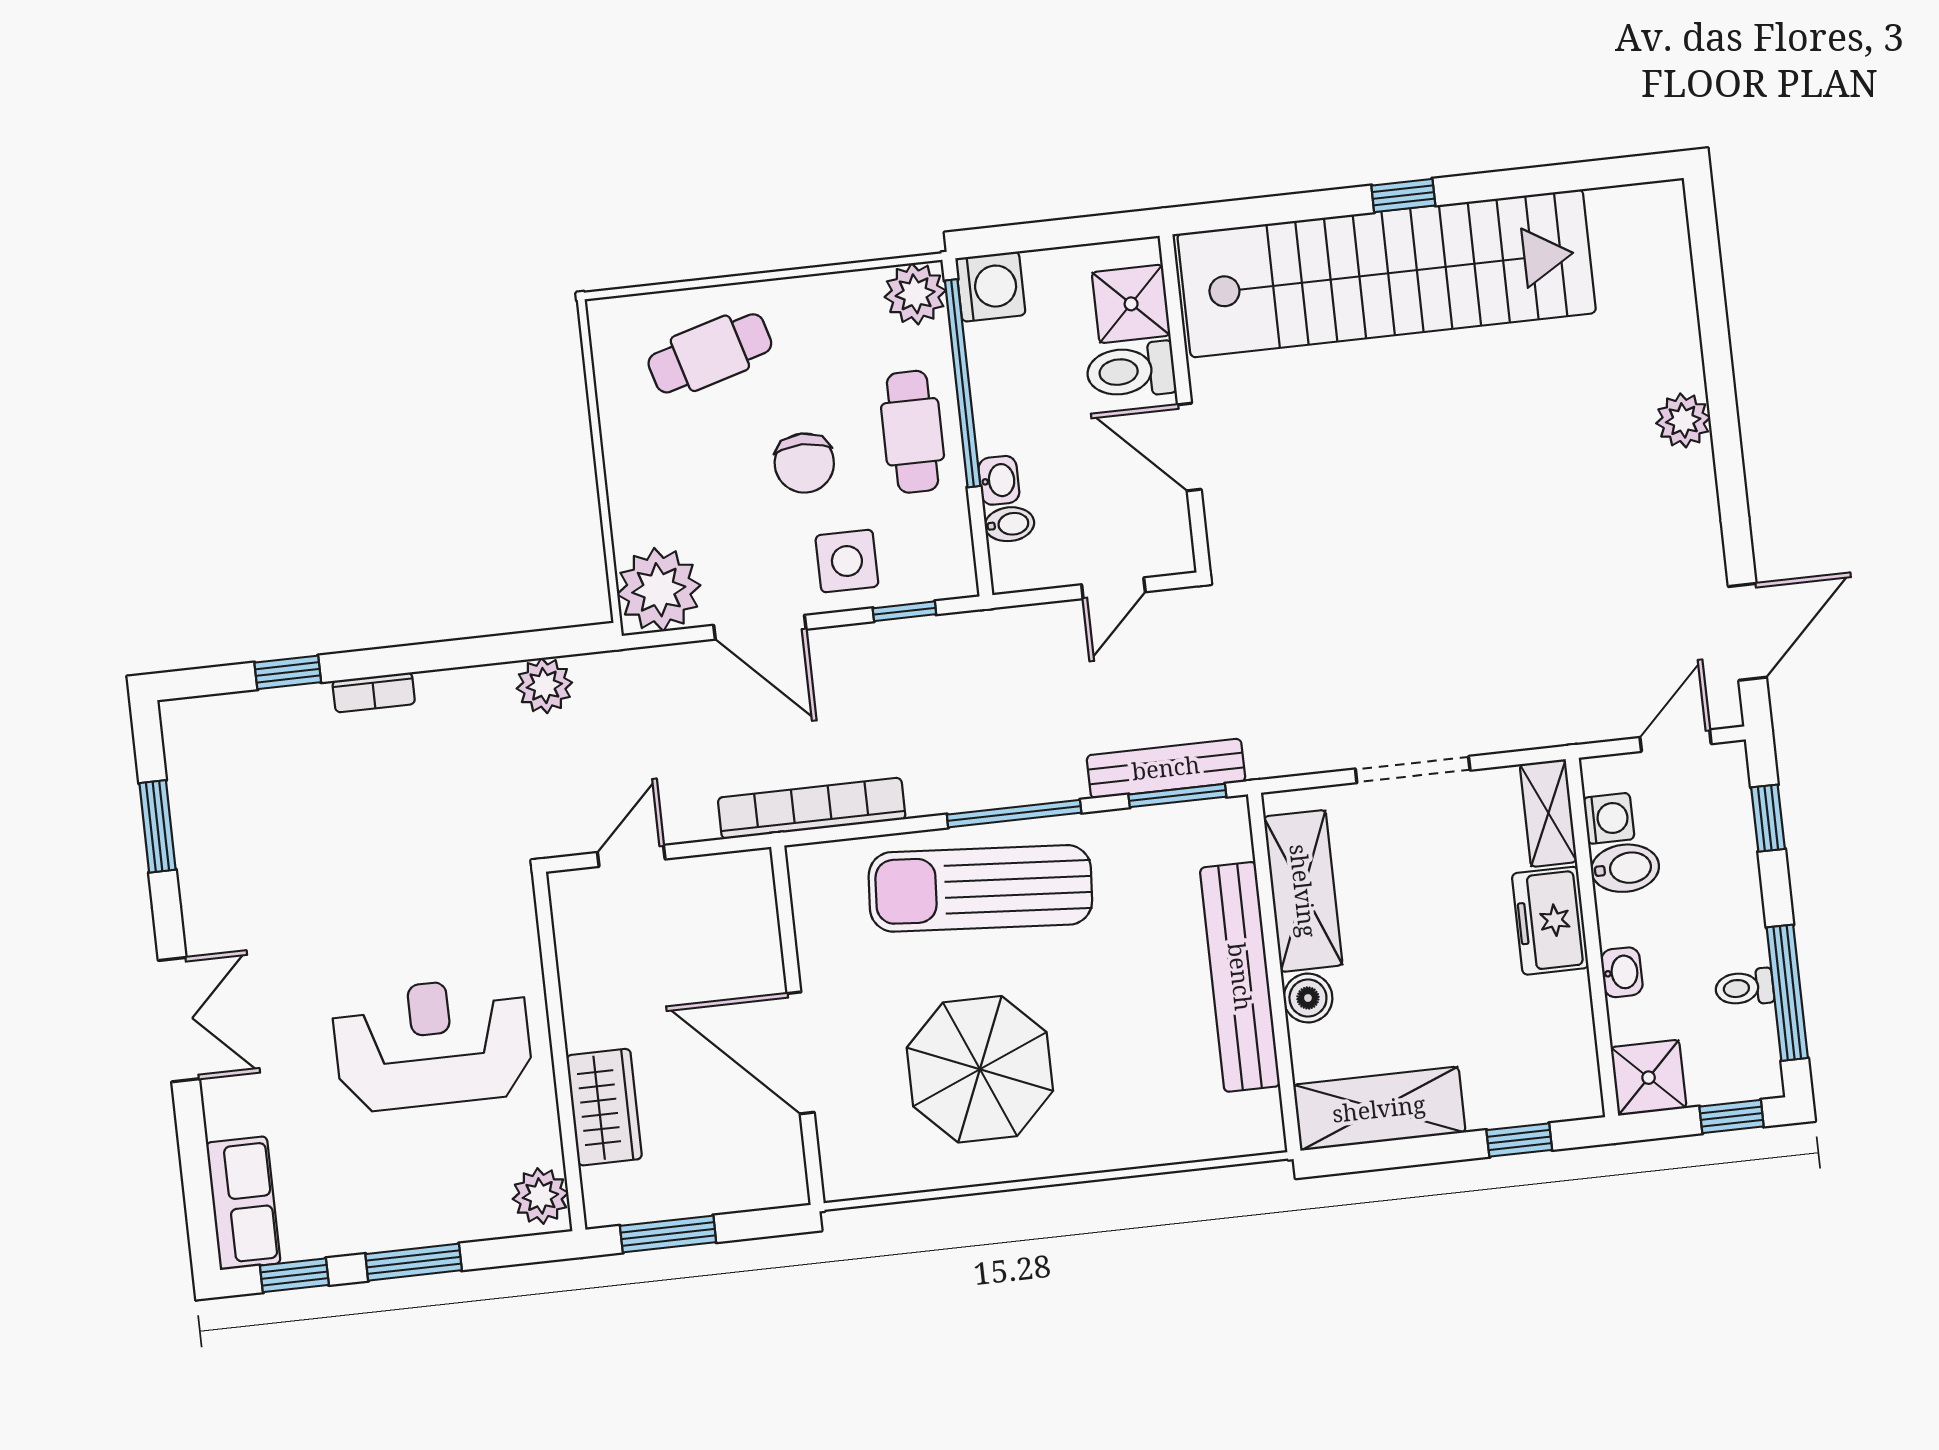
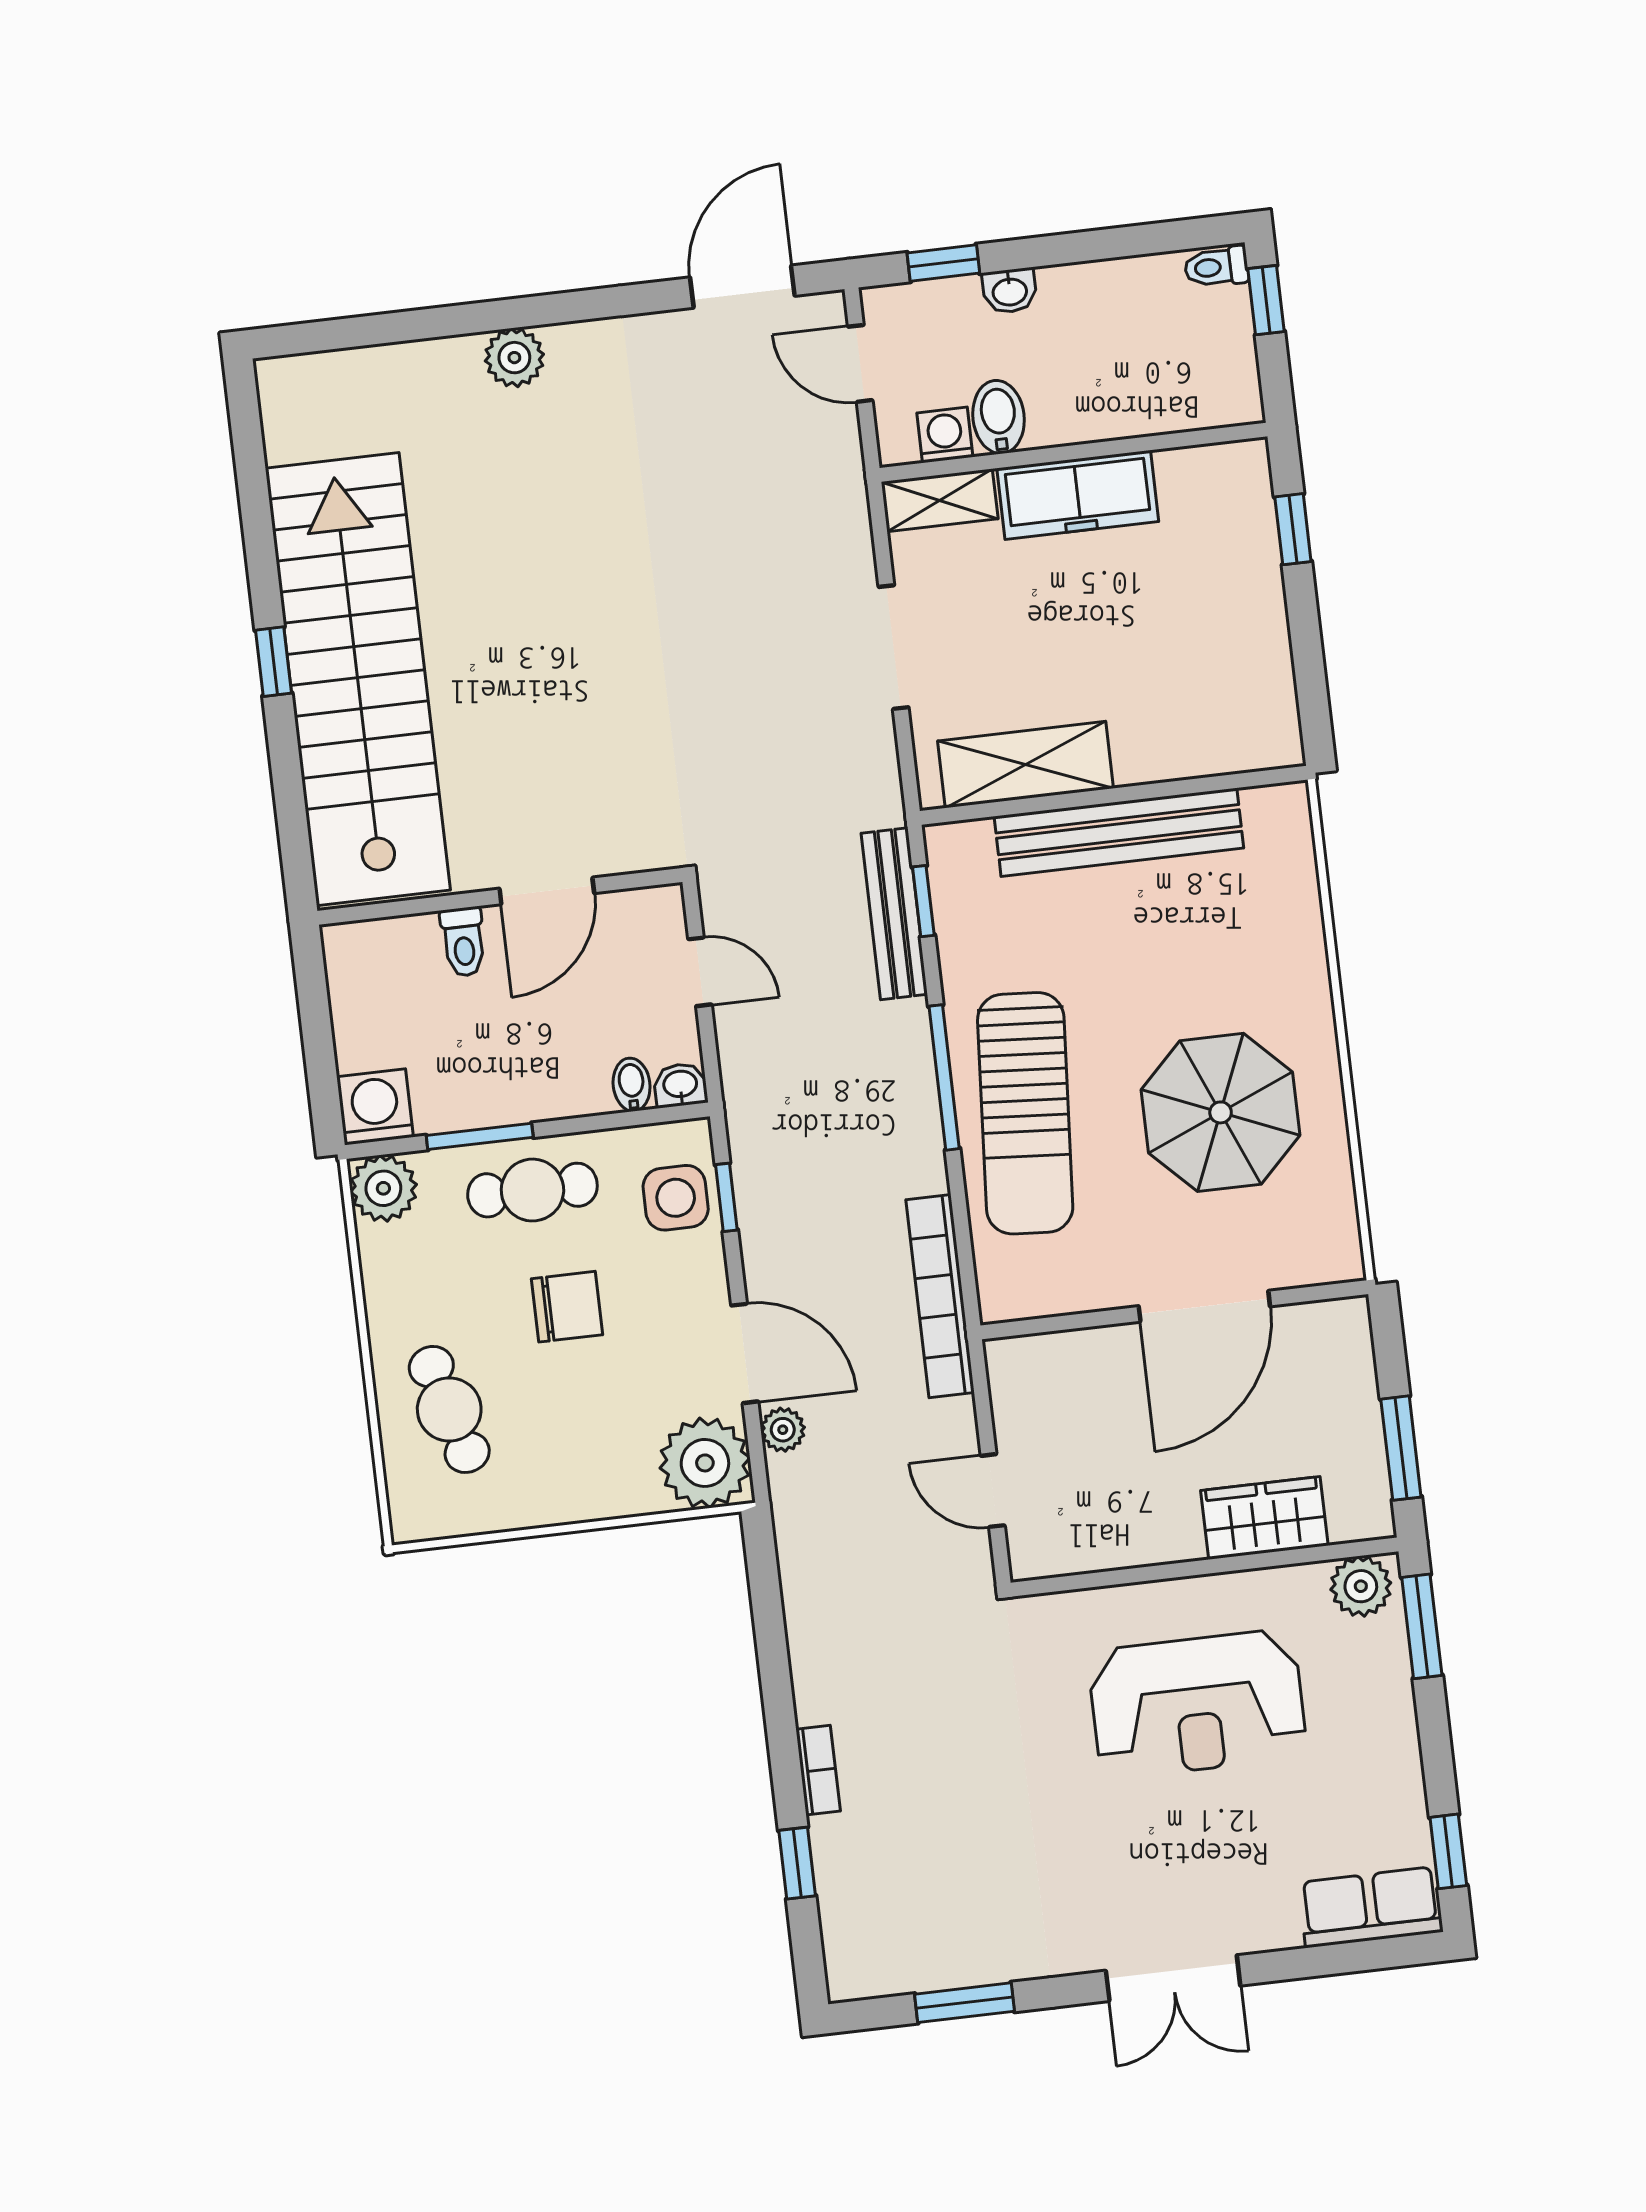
shower: (1131, 304) -> (393, 955), removed
toilet: (1131, 371) -> (463, 942), width x0.73, depth x0.72
window: (963, 383) -> (480, 1136), width x0.47
washbasin: (999, 480) -> (680, 1085), moved
side table: (847, 561) -> (676, 1198), moved
door: (760, 627) -> (745, 1353), hinge flipped
door: (1747, 632) -> (742, 287), hinge flipped
plant: (544, 686) -> (783, 1430), moved, width x0.73, depth x0.73
window: (1177, 796) -> (923, 901), width x0.67
freezer: (1550, 921) -> (1078, 495), width x1.40
washbasin: (1622, 972) -> (1010, 291), moved, turned 180
toilet: (1744, 988) -> (1216, 267), moved, turned 90
window: (1787, 993) -> (1132, 241), removed
boiler: (1308, 998) -> (1141, 759), removed
double door: (179, 1020) -> (1173, 1978), swing flipped
reception desk: (432, 1044) -> (1197, 1704), turned -90
shower: (1649, 1078) -> (1225, 390), removed
shelving: (1379, 1109) -> (1260, 681), removed
window: (414, 1262) -> (1422, 1626), moved

